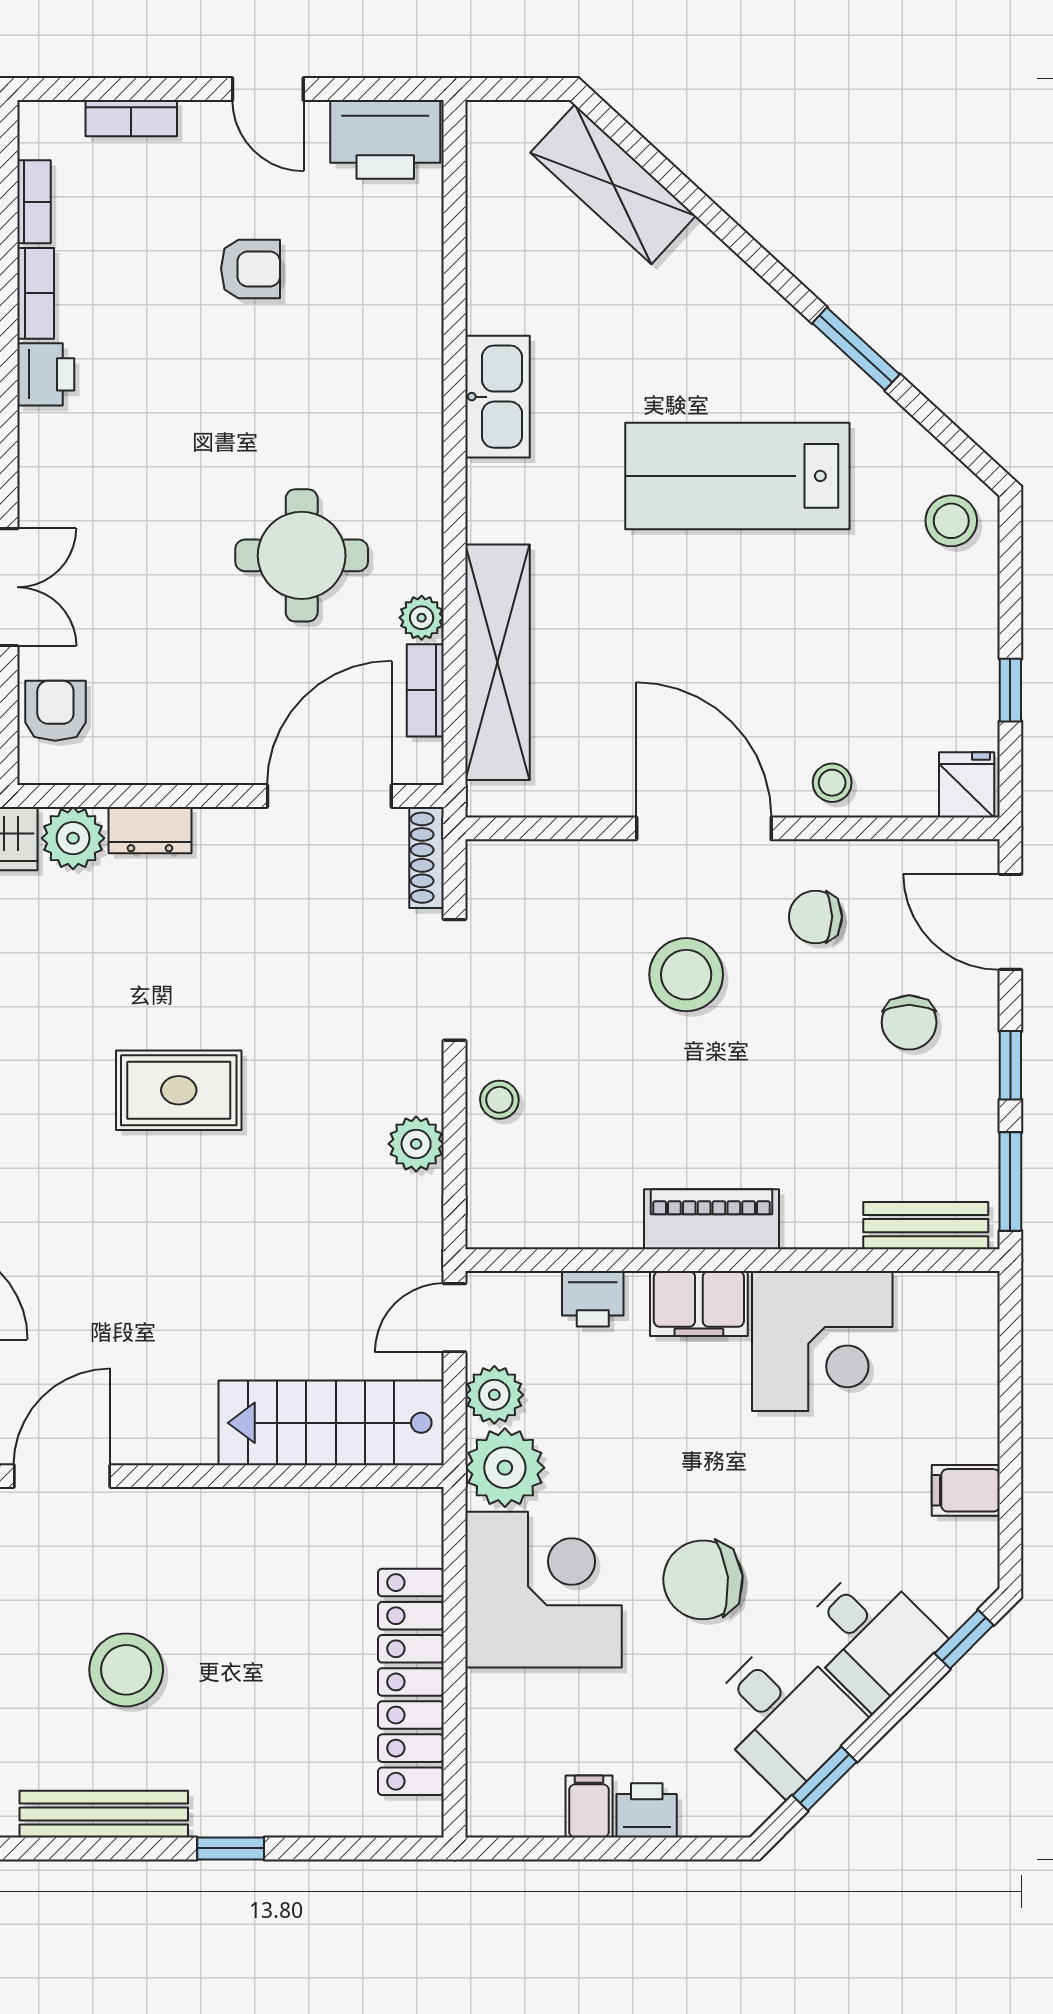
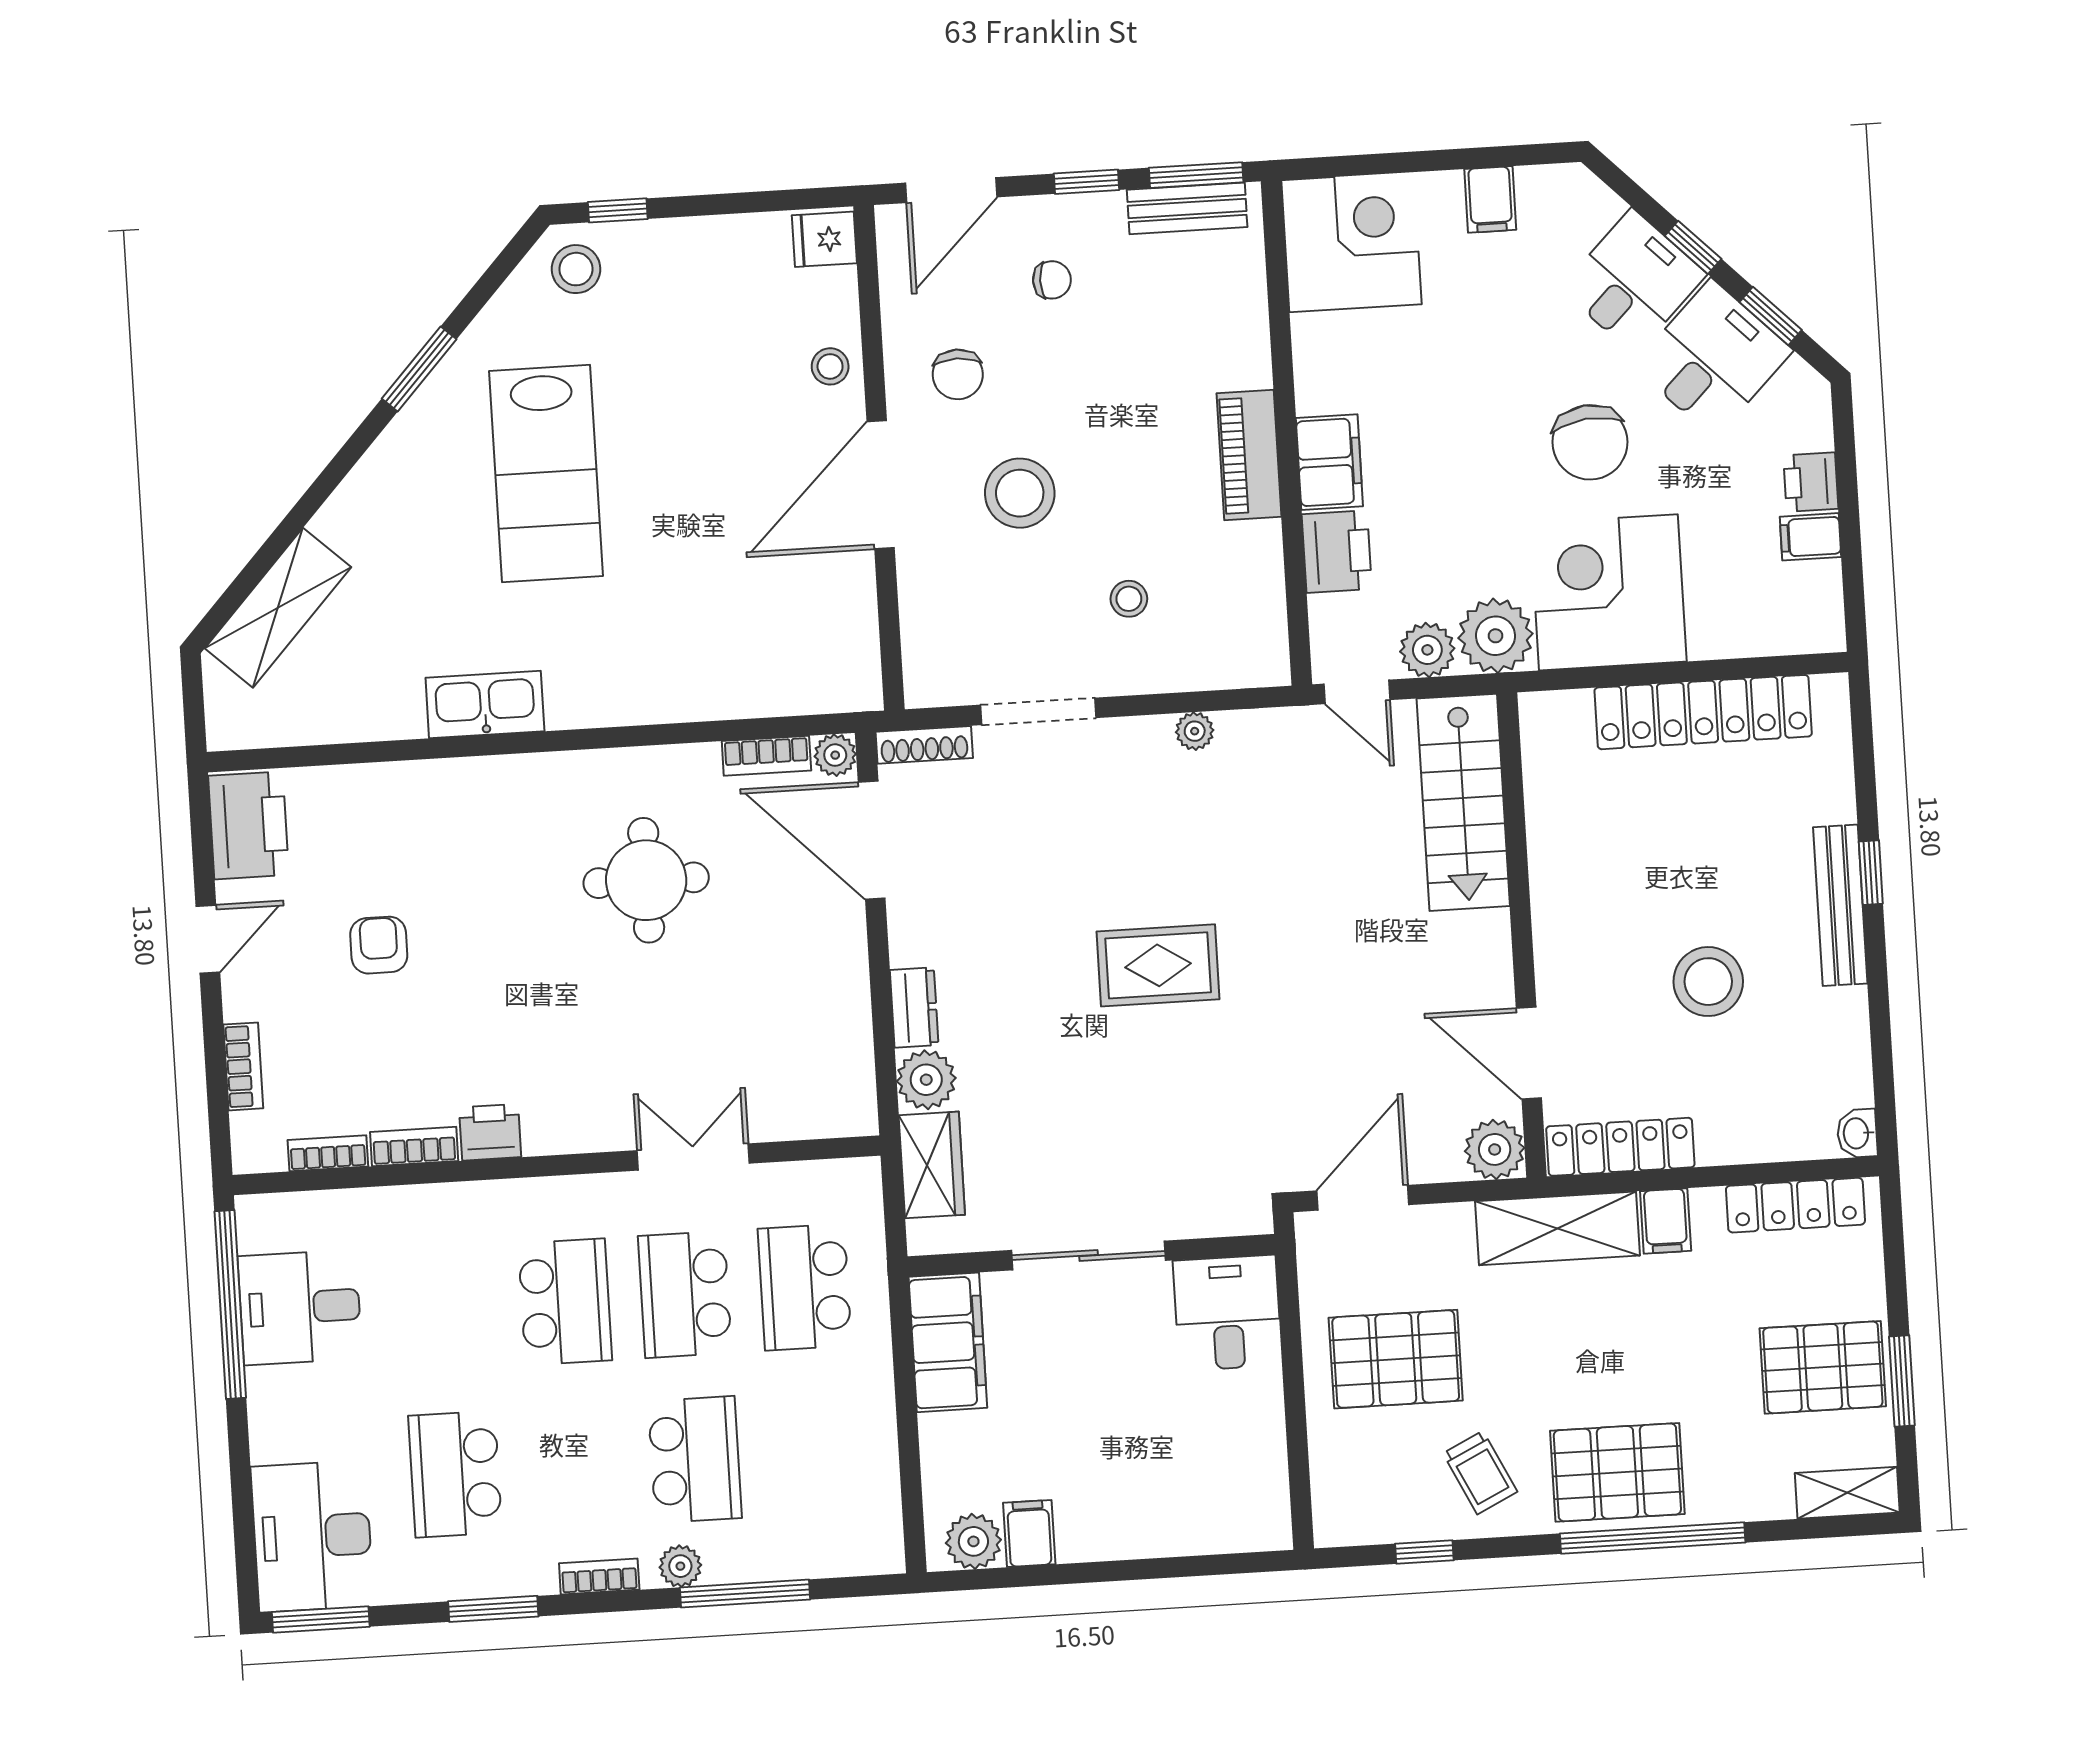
plant: (422, 618) -> (835, 755), moved
shelving: (497, 662) -> (736, 689), removed
window: (1010, 690) -> (618, 210), moved
armchair: (55, 711) -> (807, 1104), removed
chair: (909, 1022) -> (1052, 280), width x0.73, depth x0.73
rug: (179, 1090) -> (1158, 965), turned 90
stool: (499, 1100) -> (1129, 599), moved
plant: (416, 1144) -> (1195, 731), width x0.73, depth x0.73
bench: (926, 1226) -> (1187, 208), moved, turned 90
printer: (593, 1299) -> (1337, 552), width x1.36, depth x1.24
corner desk: (822, 1341) -> (1352, 242), moved
window: (964, 1639) -> (1693, 247), moved
bench: (104, 1814) -> (1840, 905), moved

